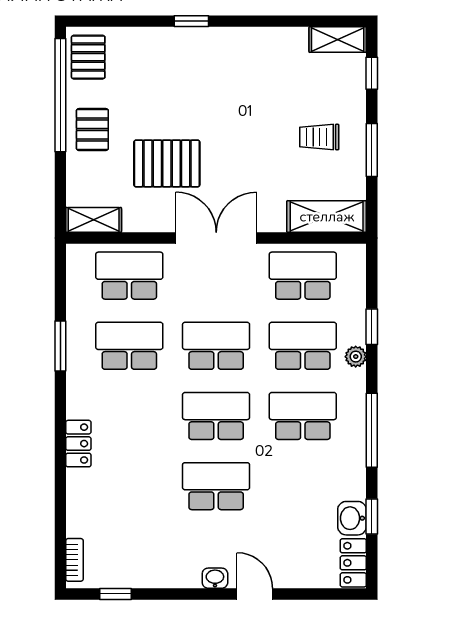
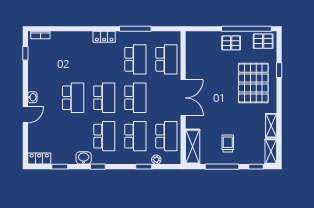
window: (191, 21) -> (279, 70), moved
window: (372, 150) -> (222, 167), width x1.44
pallet: (167, 163) -> (253, 83), moved, width x1.37, depth x1.41
shelving: (94, 220) -> (271, 126), moved
window: (60, 346) -> (135, 29), width x1.44
plant: (356, 357) -> (156, 160), moved
window: (372, 430) -> (98, 167), width x0.46
locker: (78, 444) -> (104, 37), moved
washbasin: (352, 518) -> (84, 158), moved

